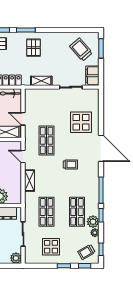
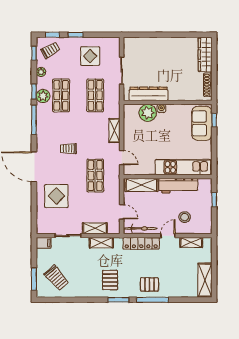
filing cabinet: (92, 76) -> (44, 243), width x0.50
shelving: (47, 94) -> (95, 228), added
door: (23, 119) -> (122, 212), moved
plant: (93, 222) -> (43, 96), moved
plant: (16, 258) -> (130, 43), removed

